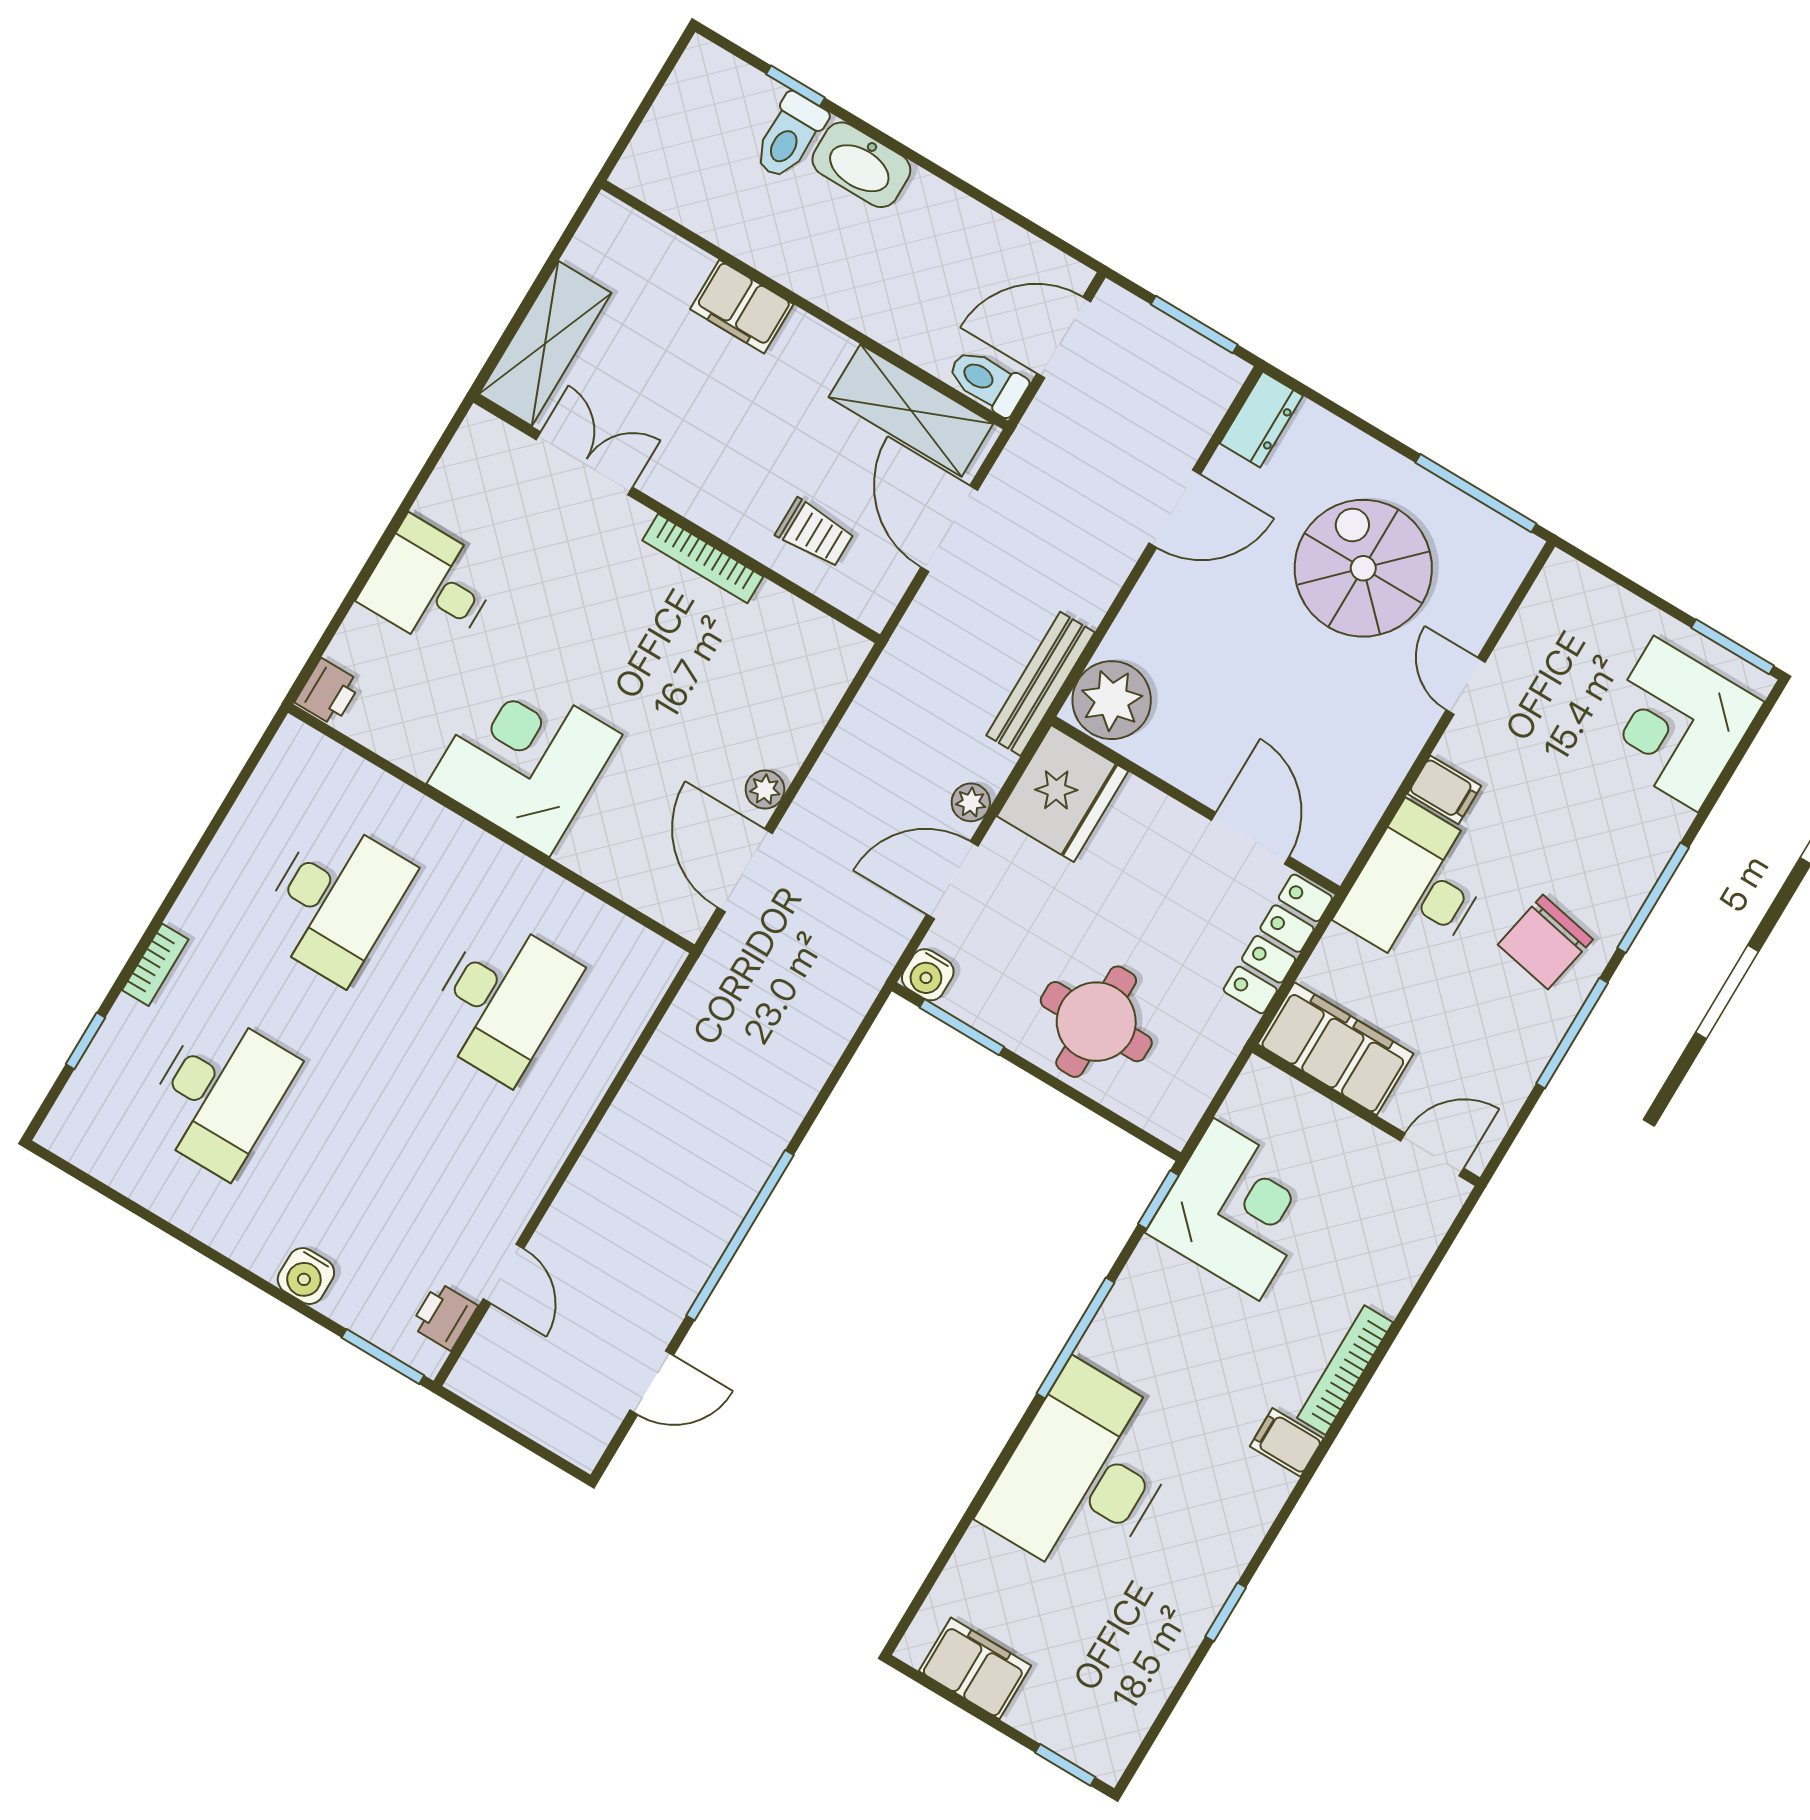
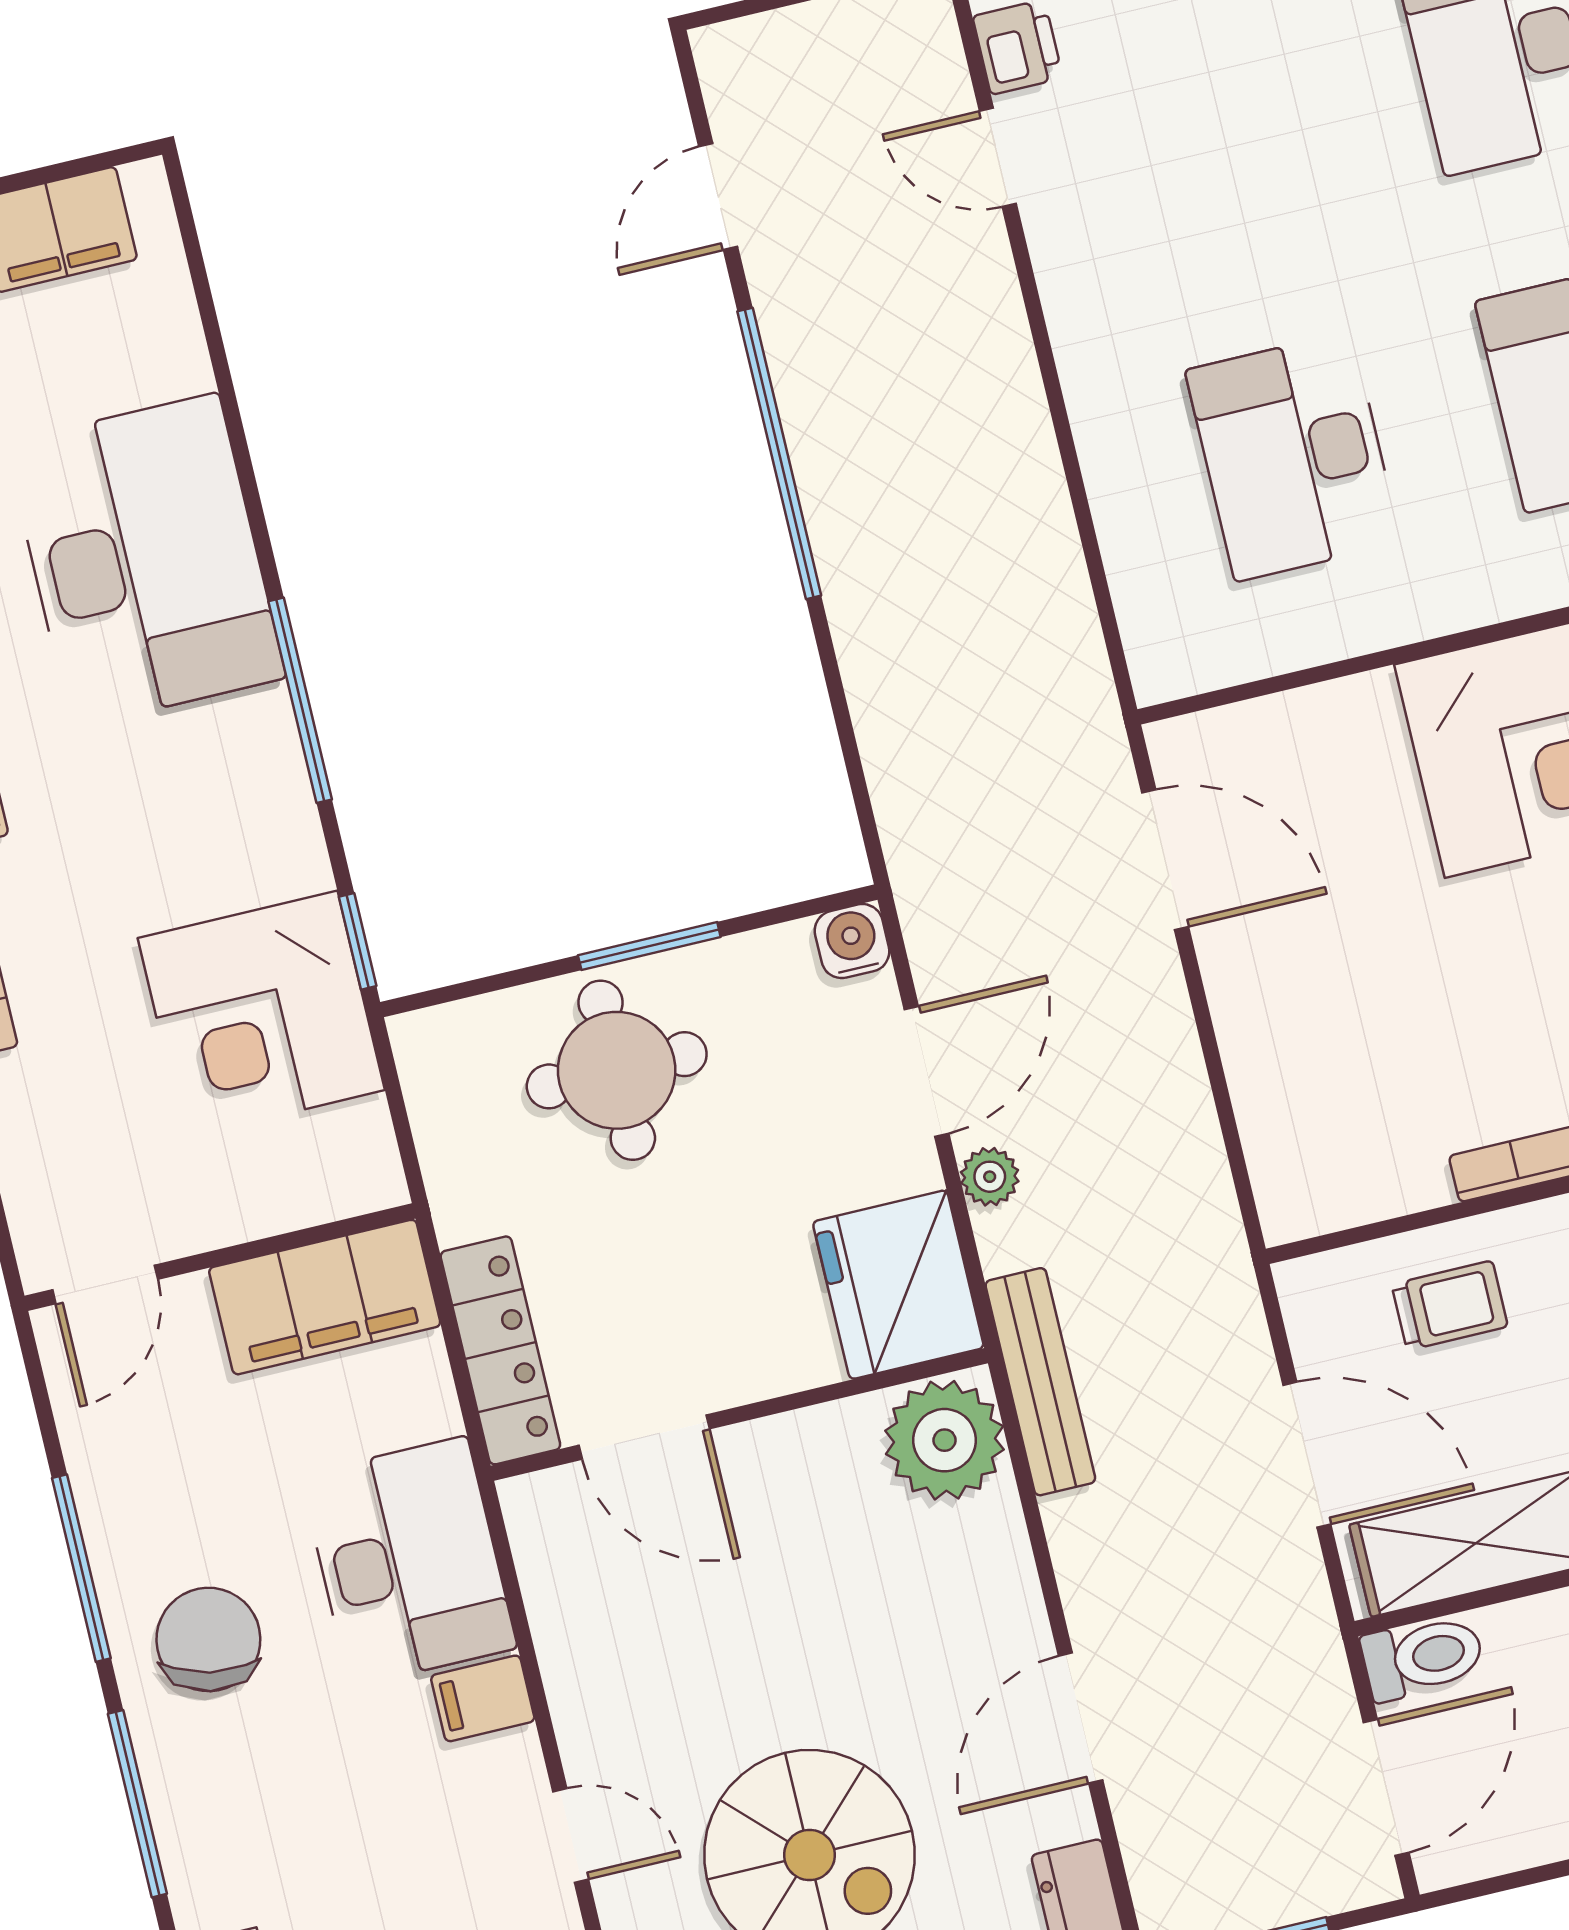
trolley: (815, 533) -> (1450, 1305), turned 180
plant: (765, 790) -> (1230, 970), removed
window: (962, 1027) -> (649, 946), moved

